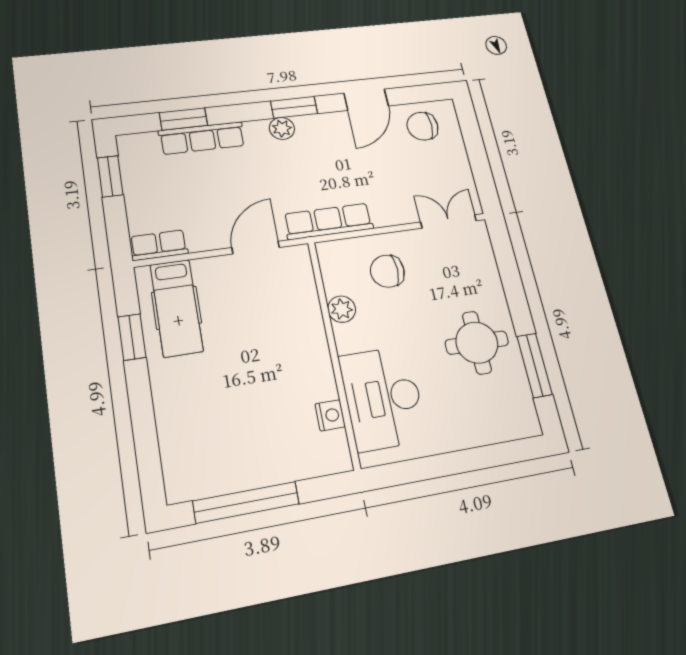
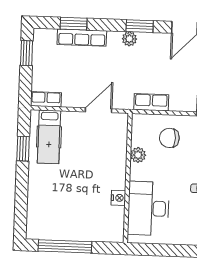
row of seats: (328, 221) -> (151, 102), width x0.68
nightstand: (330, 415) -> (118, 198), moved

